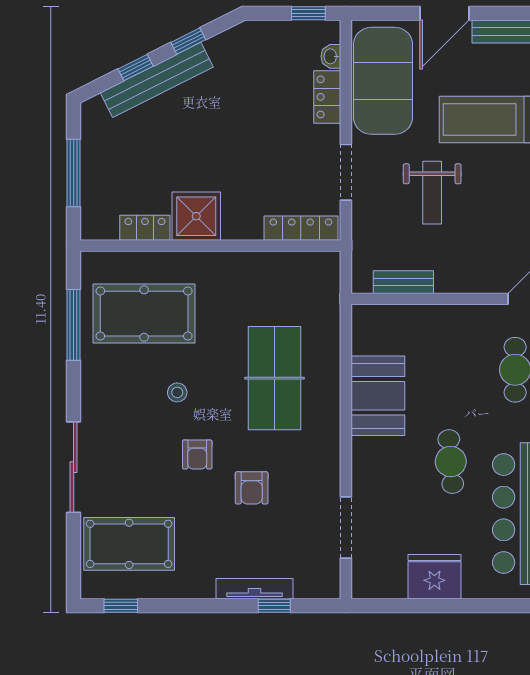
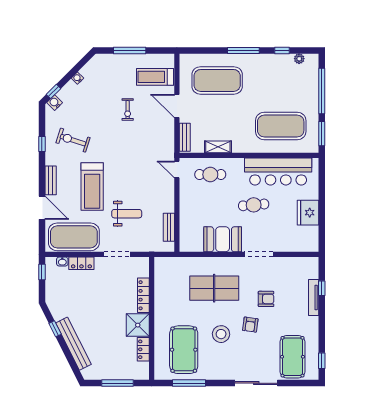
window: (136, 68) -> (68, 354), removed
locker: (301, 228) -> (143, 295), moved
stool: (177, 392) -> (221, 334), width x1.89, depth x1.89
armchair: (197, 454) -> (250, 325), turned 98
doorway: (346, 527) -> (259, 254), moved

